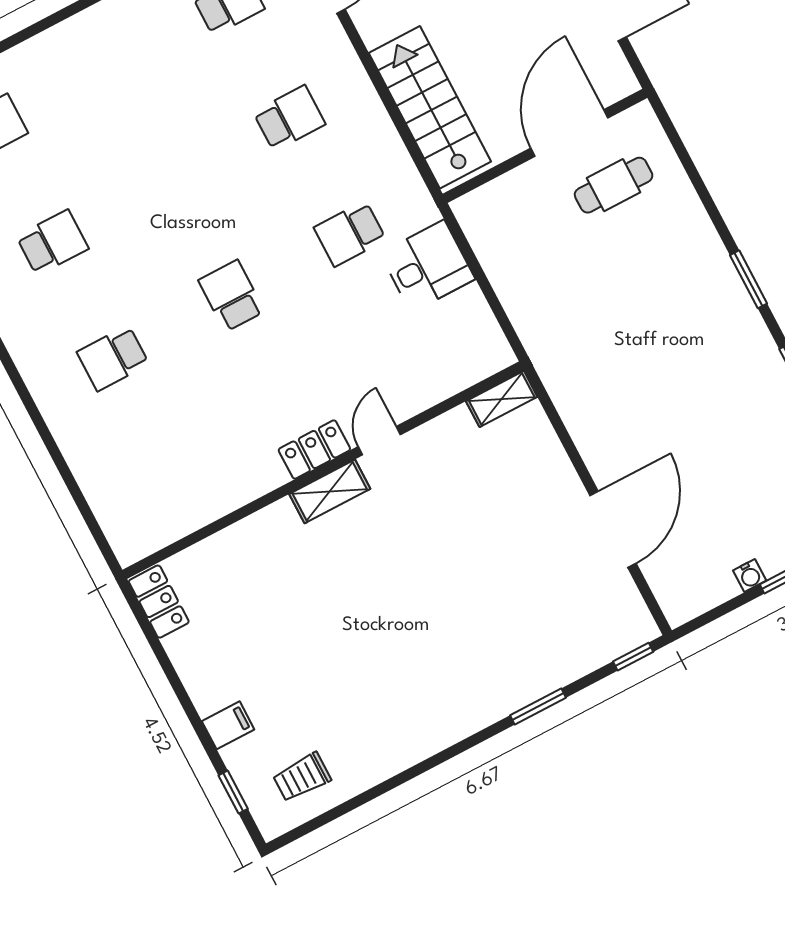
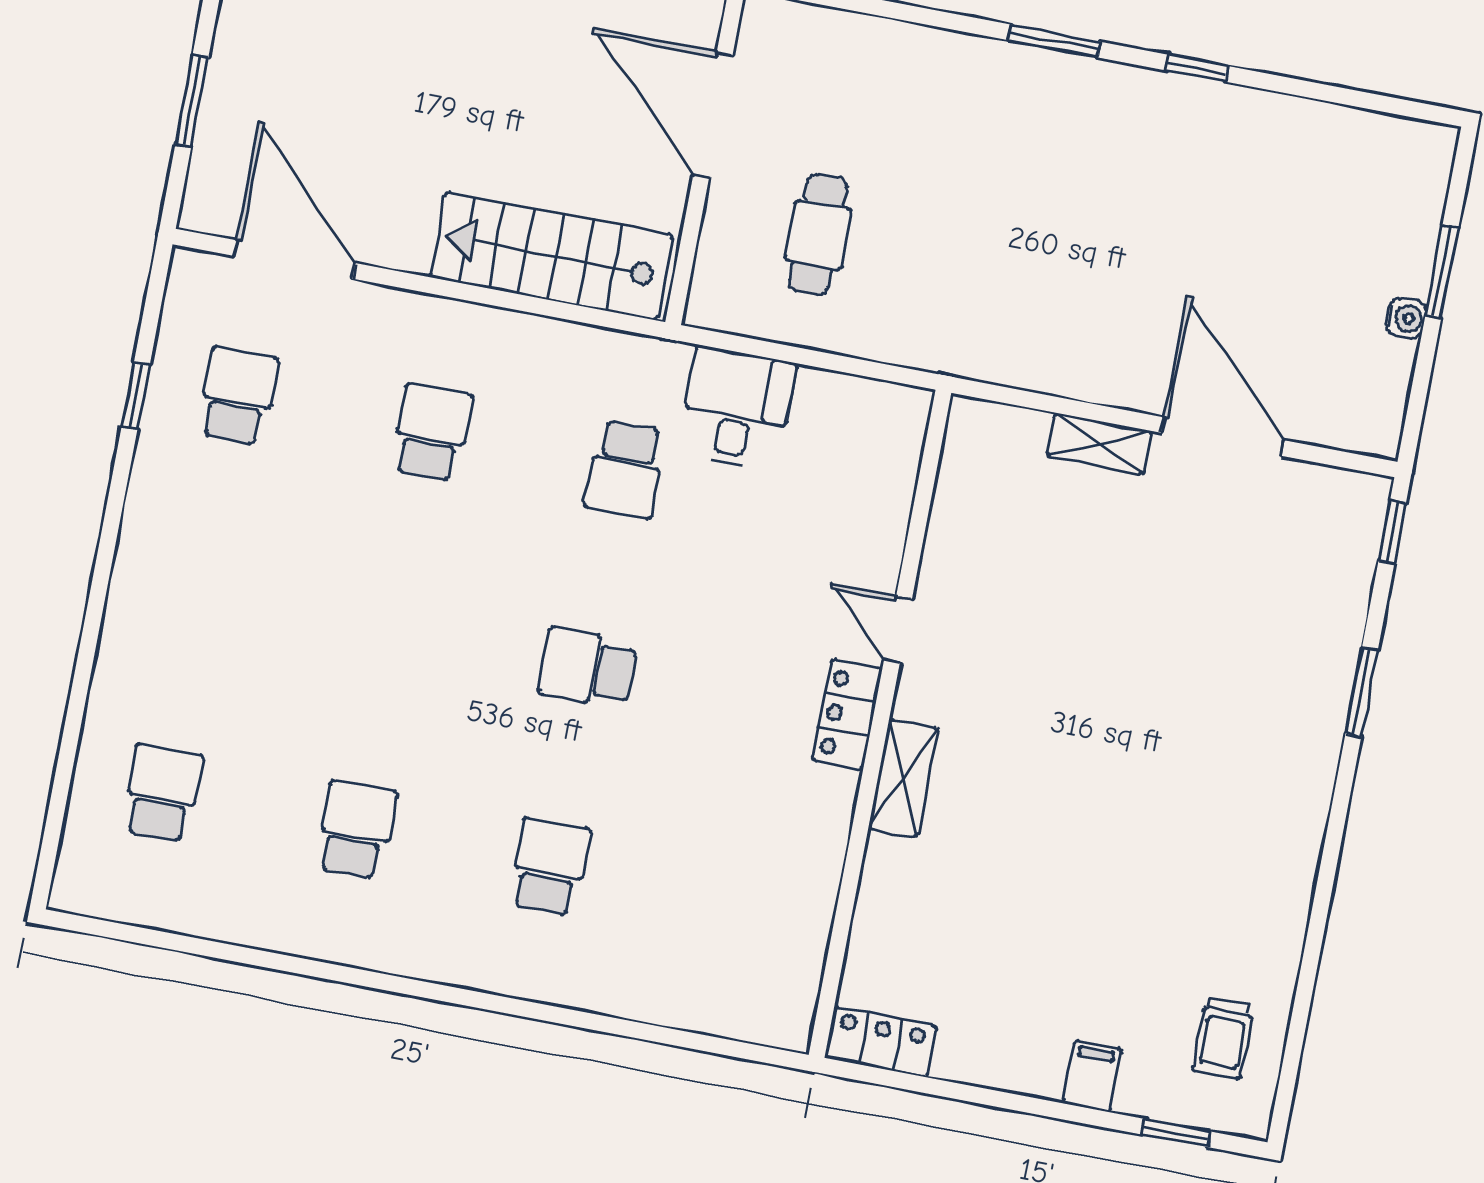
cafe table: (614, 185) -> (818, 235), moved
school desk: (113, 358) -> (550, 867), turned 180
shelving: (502, 399) -> (1099, 444), moved, turned 90
shelving: (330, 491) -> (903, 778), moved

